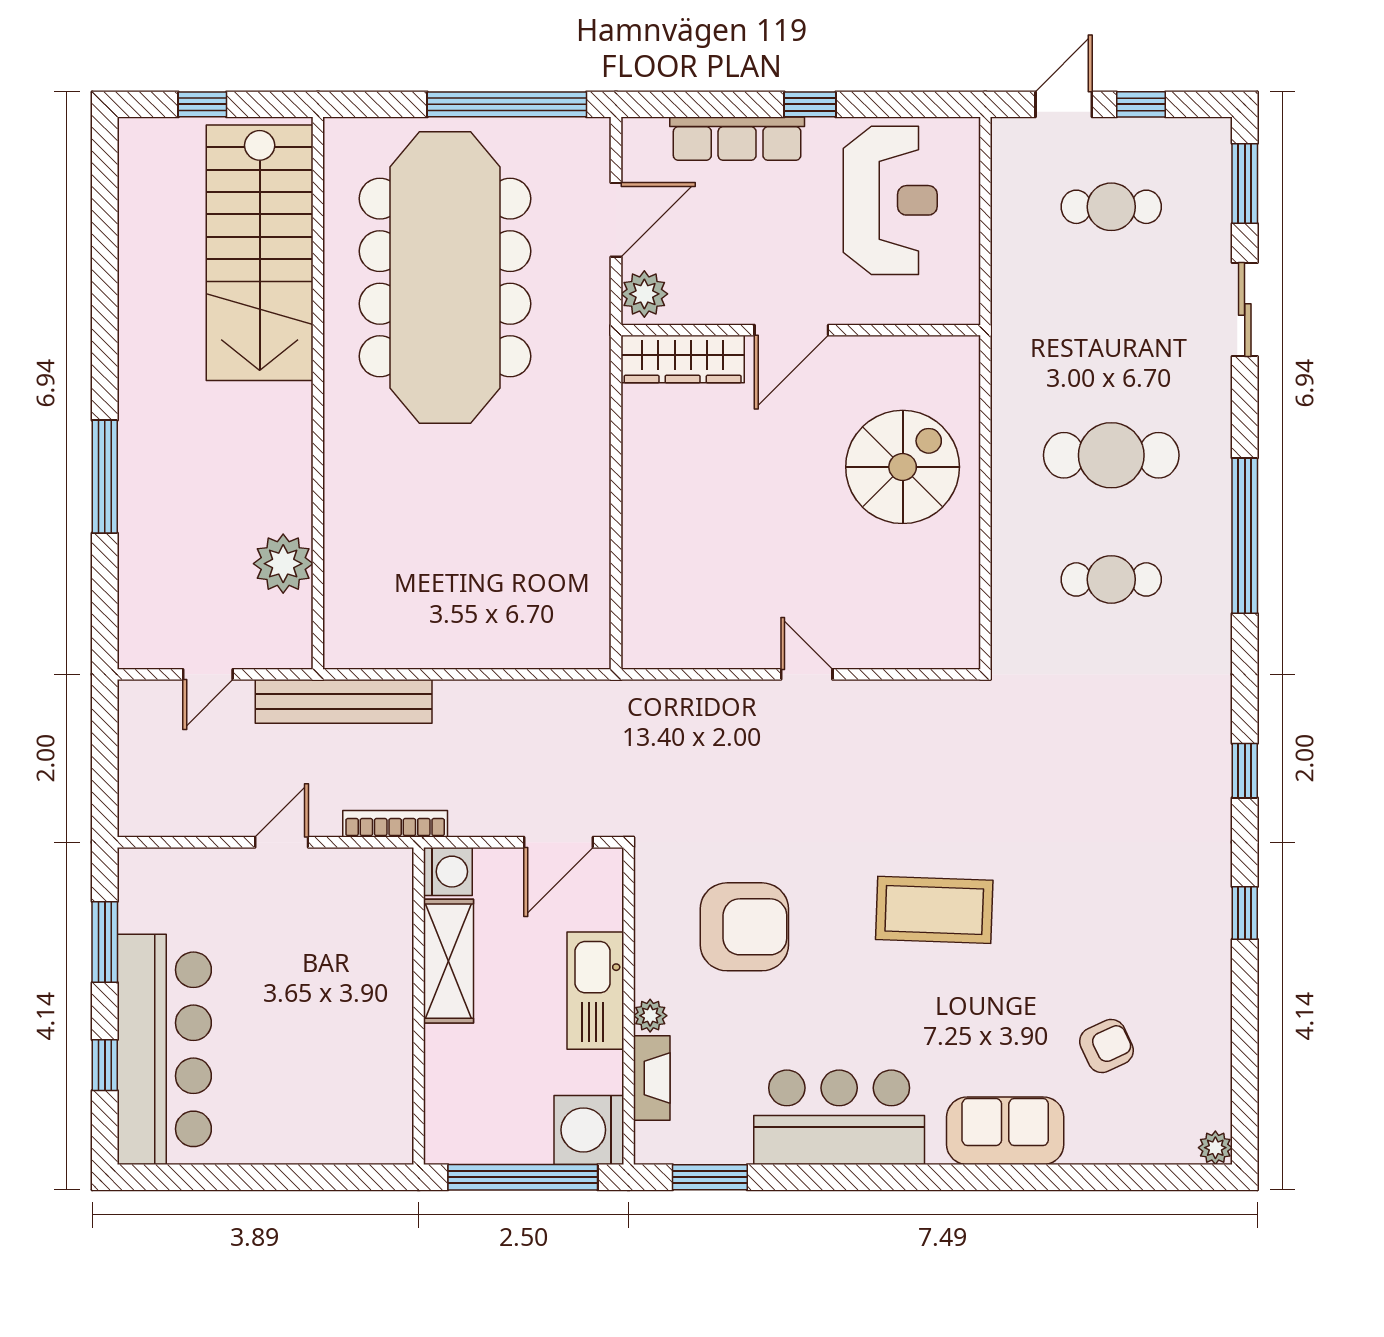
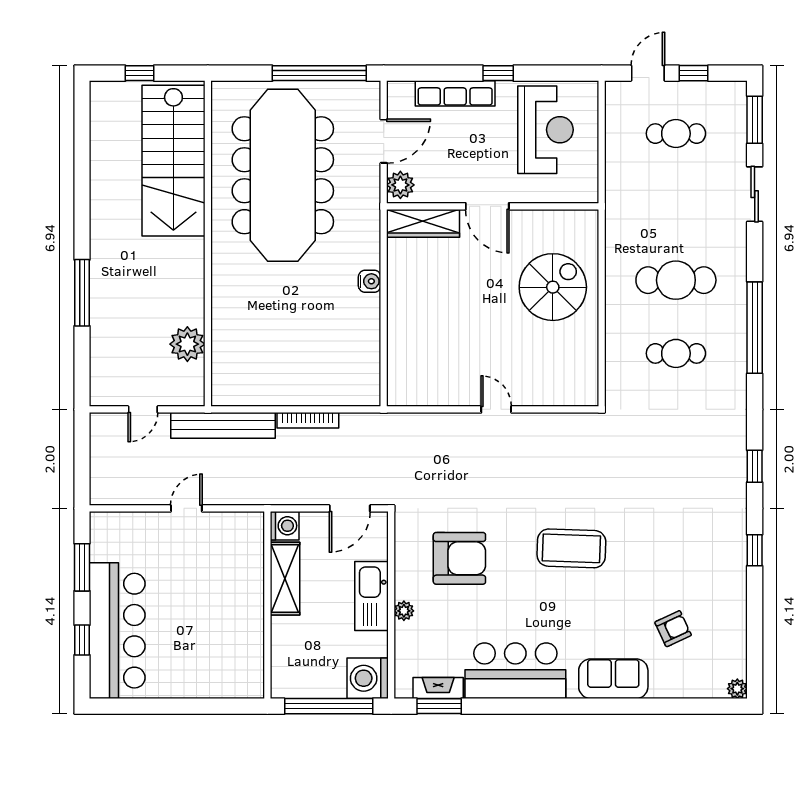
door: (791, 330) -> (487, 206), hinge flipped
water cooler: (592, 457) -> (370, 281), added
bookcase: (395, 824) -> (308, 420), moved, turned 180
fireplace: (652, 1078) -> (438, 688), moved, turned -90

